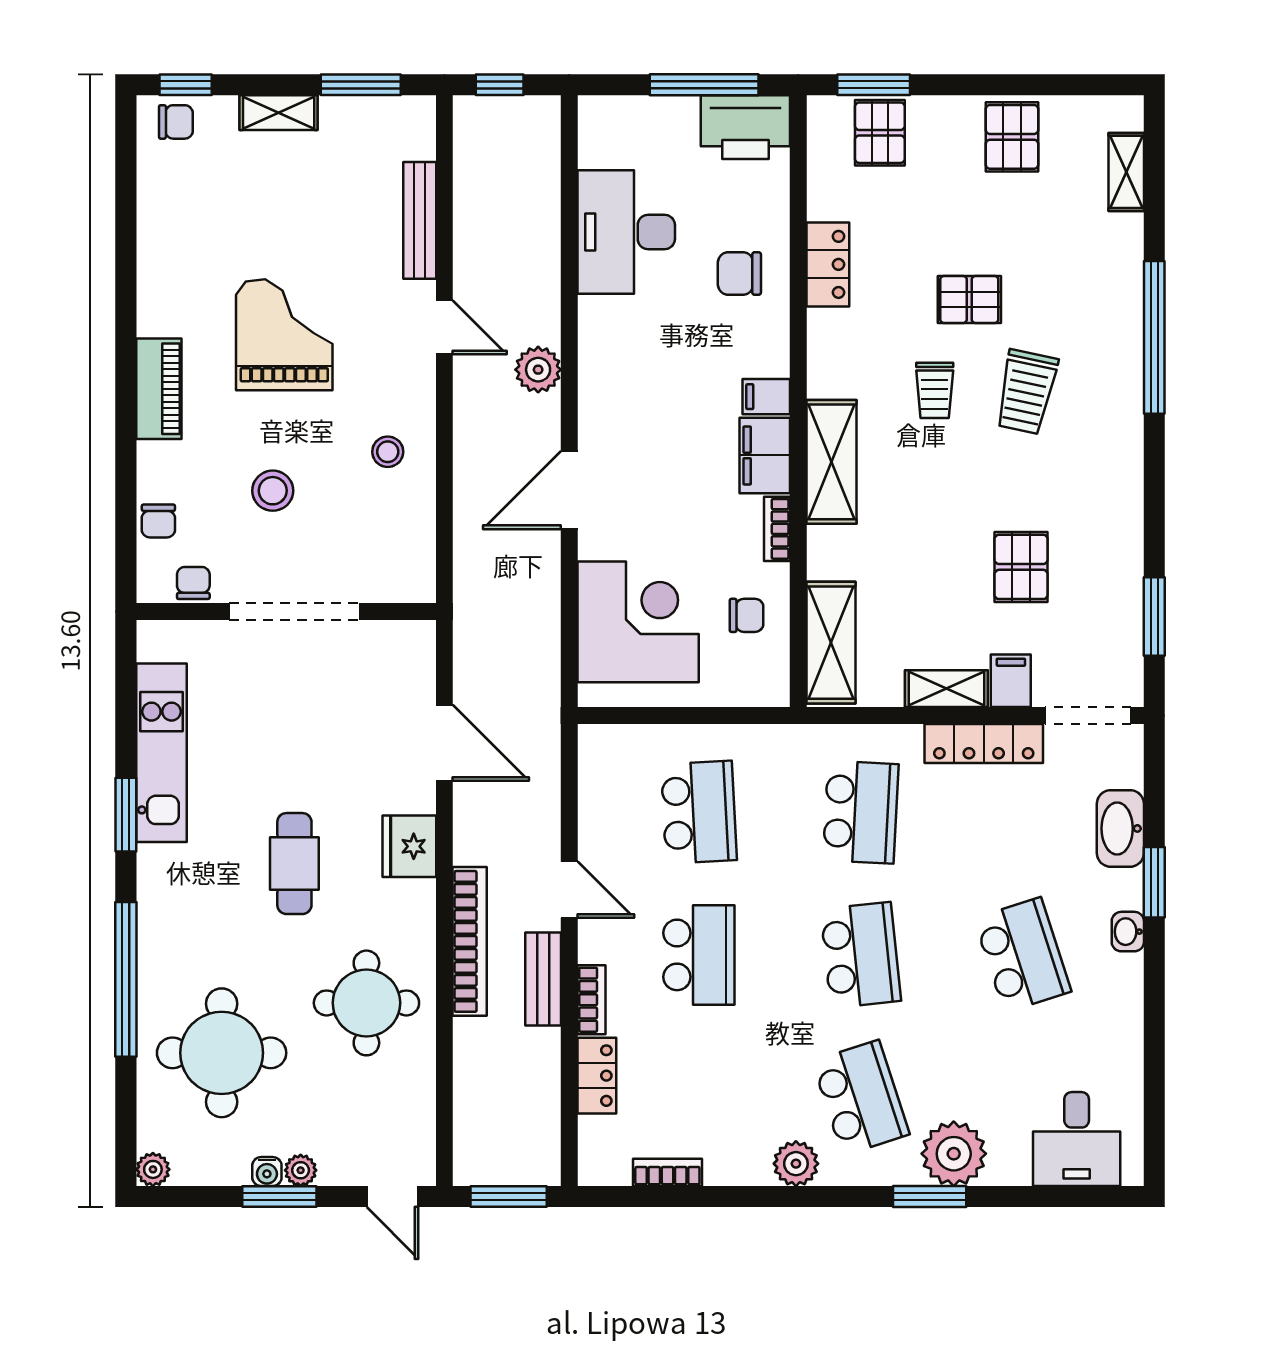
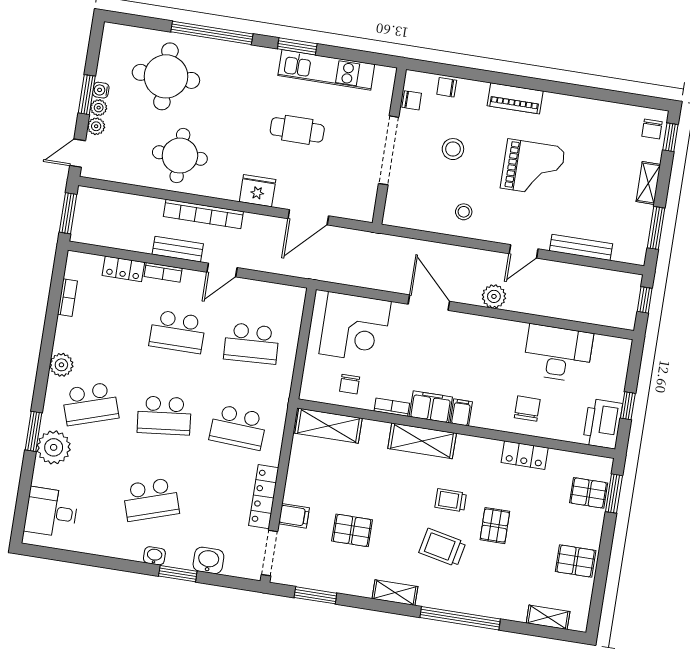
window: (704, 85) -> (628, 406), width x0.46
shelving: (946, 689) -> (395, 593), moved, turned 90
washbasin: (1120, 828) -> (208, 560), width x0.72
cafe table: (294, 864) -> (297, 130), moved
plant: (153, 1169) -> (96, 126), moved

